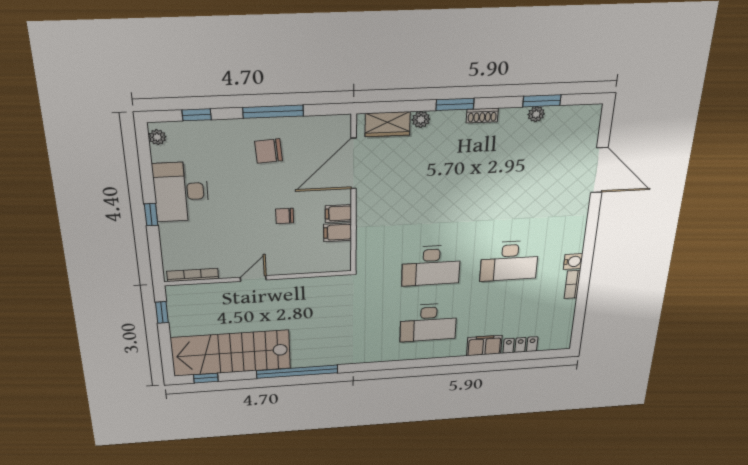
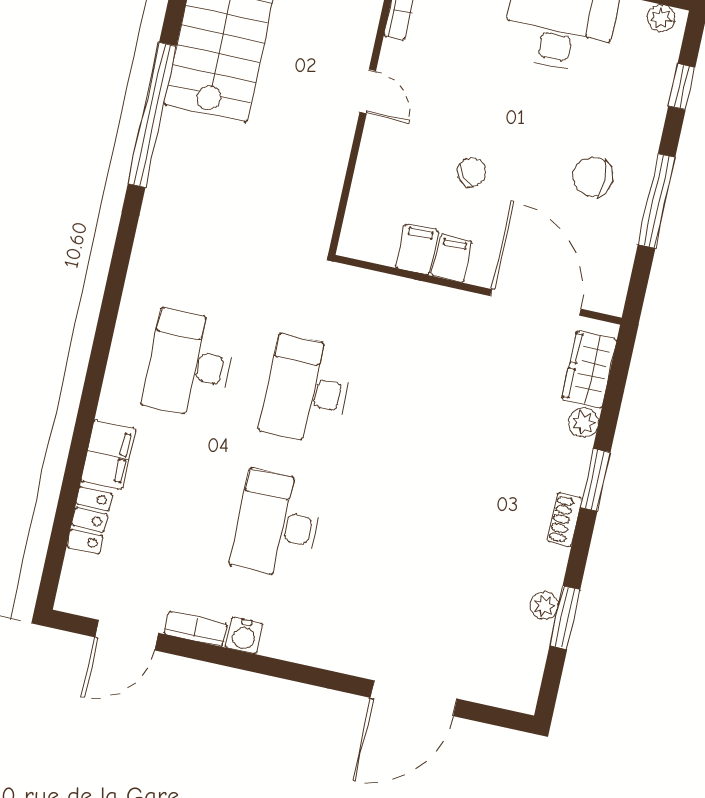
chair: (269, 151) -> (593, 177), turned -86
chair: (285, 216) -> (472, 172), turned 47
door: (579, 314) -> (127, 635), added

